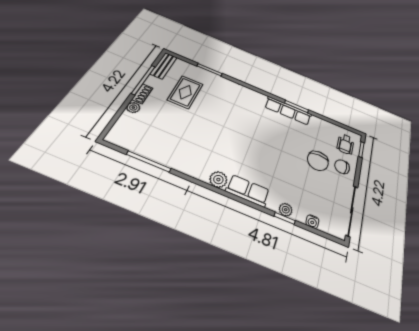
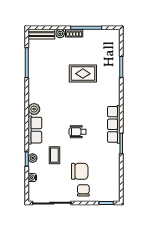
bench: (164, 66) -> (41, 34), moved
rug: (185, 92) -> (83, 74), moved
row of seats: (288, 111) -> (114, 124), moved
wheelchair: (346, 144) -> (78, 132), moved
chair: (318, 161) -> (80, 171), turned 180
coffee table: (290, 181) -> (54, 155), added

